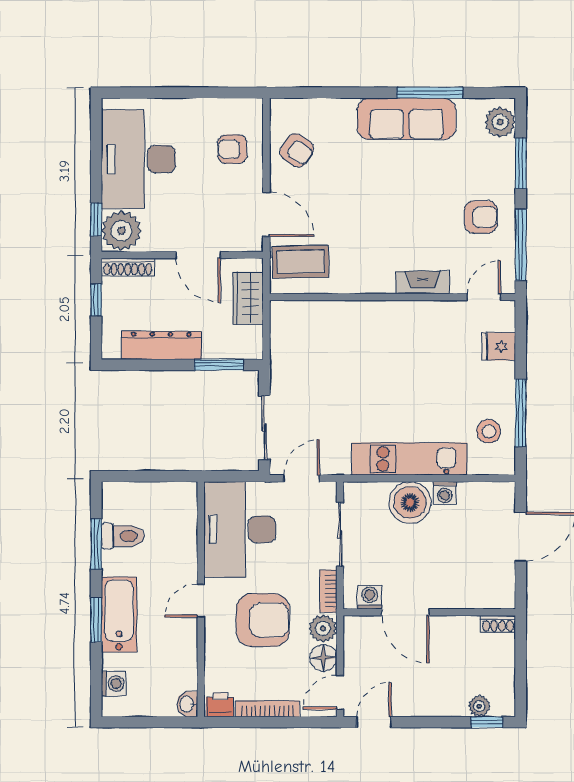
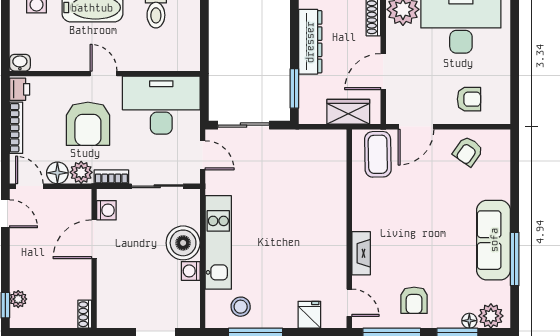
armchair: (232, 149) -> (469, 99), turned 90
floor lamp: (506, 149) -> (469, 321), added

